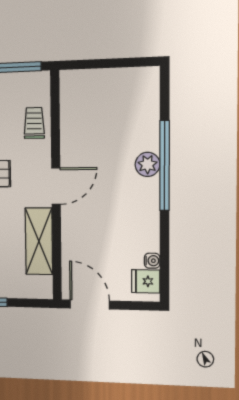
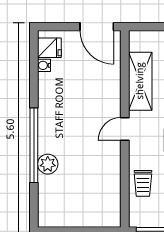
plant: (148, 164) -> (48, 164), moved
door: (56, 186) -> (125, 129), width x0.73

